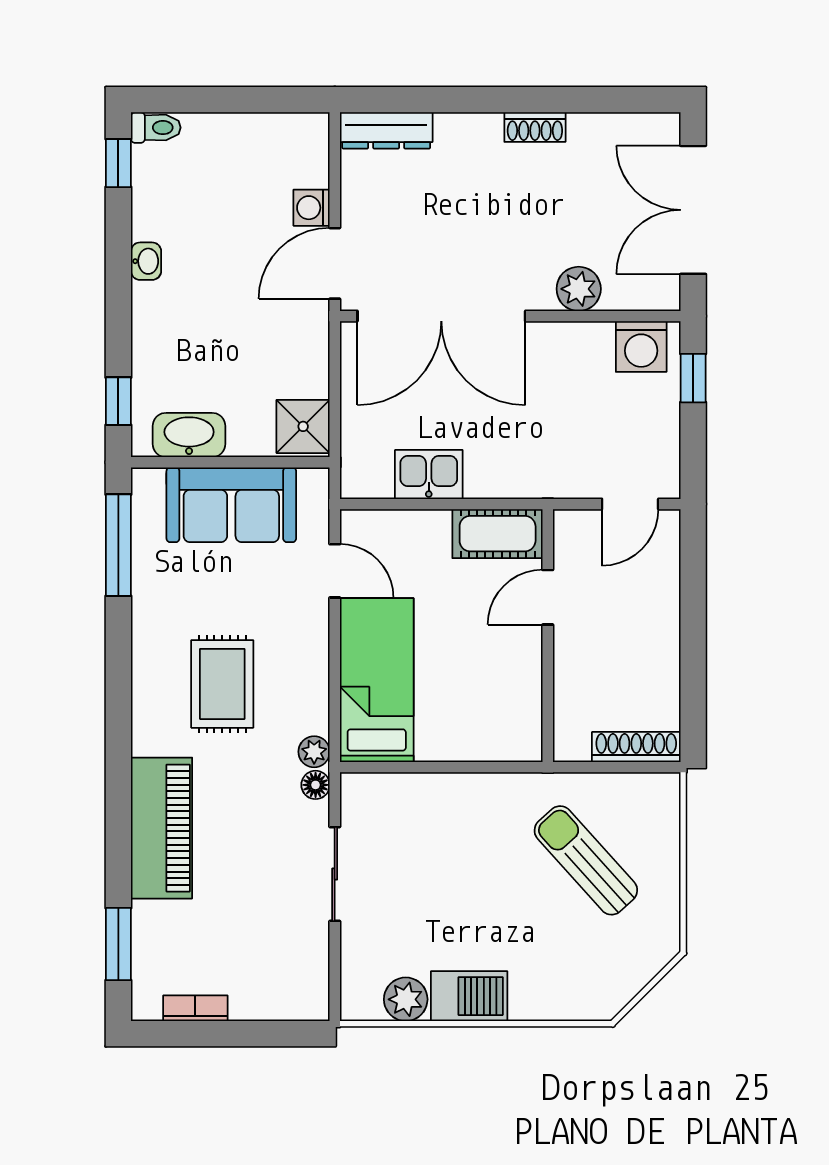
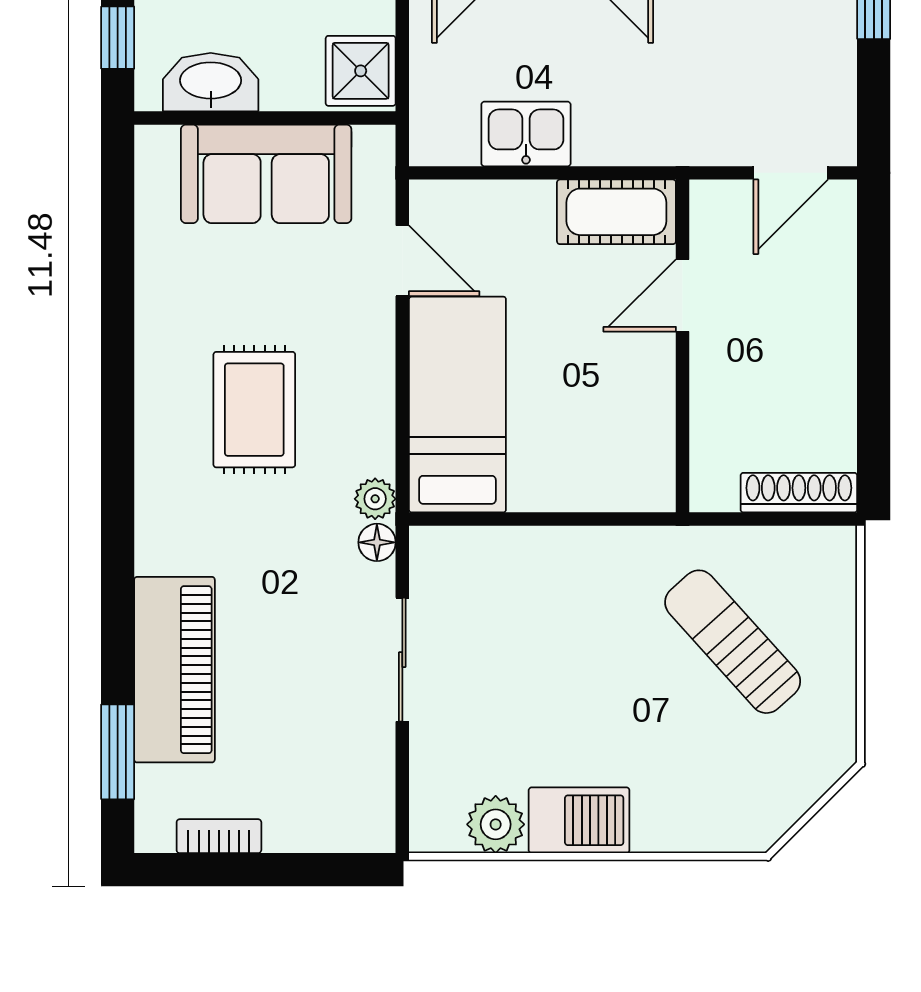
window: (118, 545) -> (118, 227), removed
piano: (162, 828) -> (174, 670), moved

